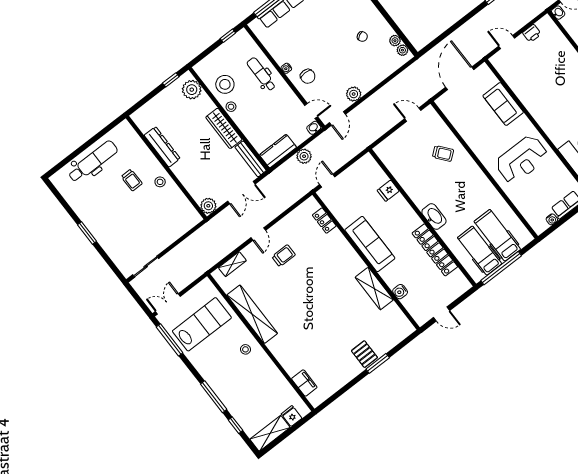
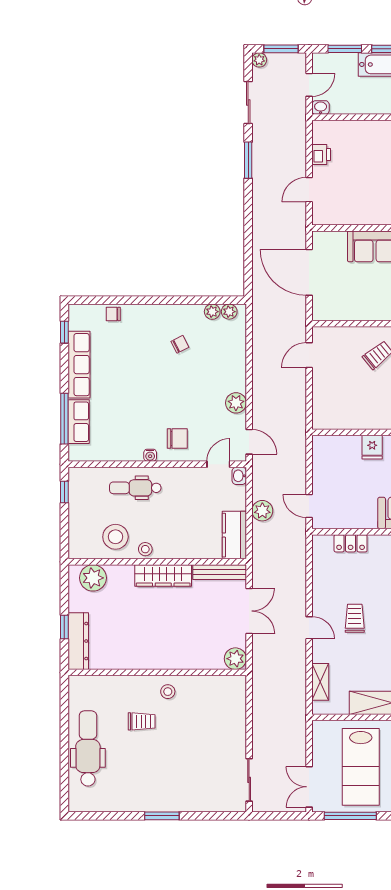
window: (171, 80) -> (64, 627), moved
dresser: (162, 147) -> (78, 641), moved, turned 90
lab bench: (202, 324) -> (361, 767), turned 180

